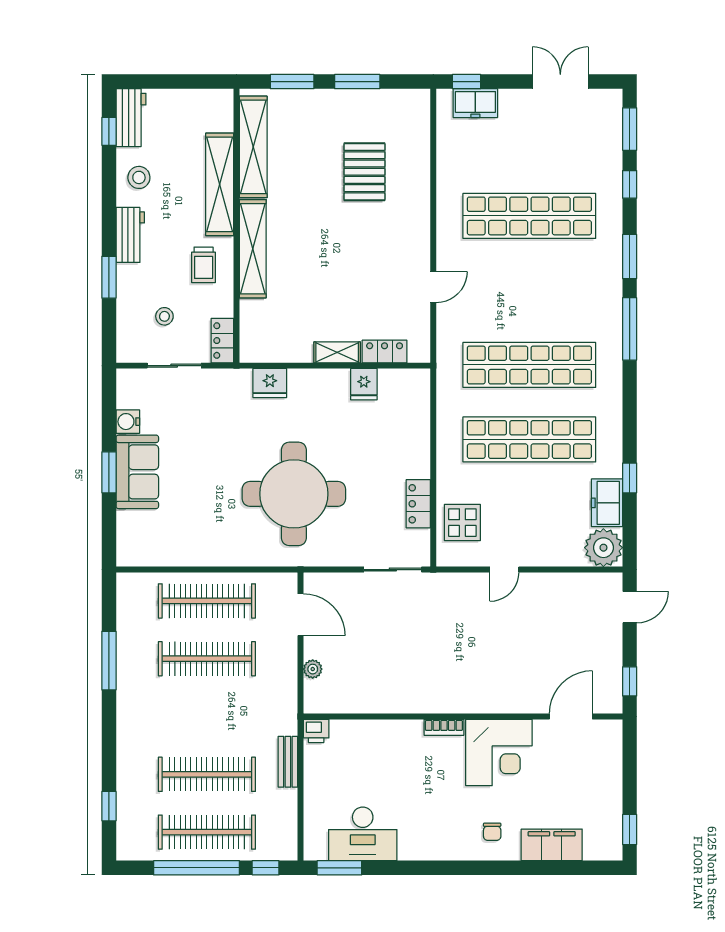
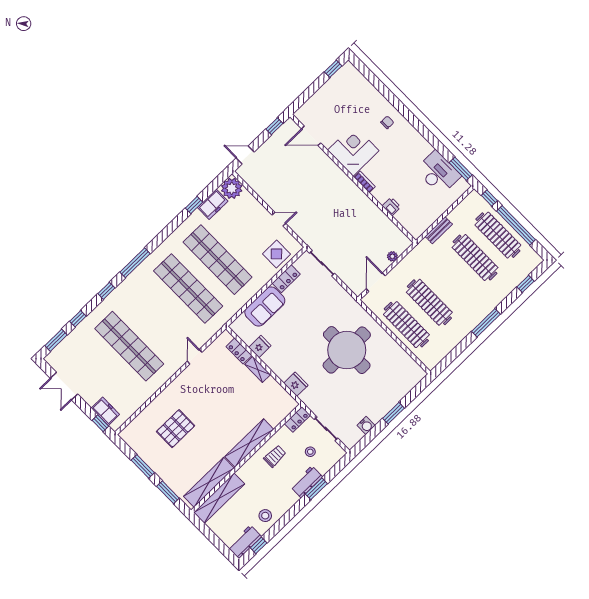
shelving: (220, 184) -> (219, 498), moved
workbench: (130, 235) -> (307, 482), moved
window: (630, 257) -> (106, 291), width x0.67
door: (433, 287) -> (195, 357), hinge flipped
sofa: (137, 472) -> (265, 306), moved, turned 180
round table: (294, 494) -> (347, 350), moved
window: (109, 661) -> (486, 323), moved
printer: (316, 731) -> (392, 206), moved
filing cabinet: (552, 845) -> (369, 94), removed

